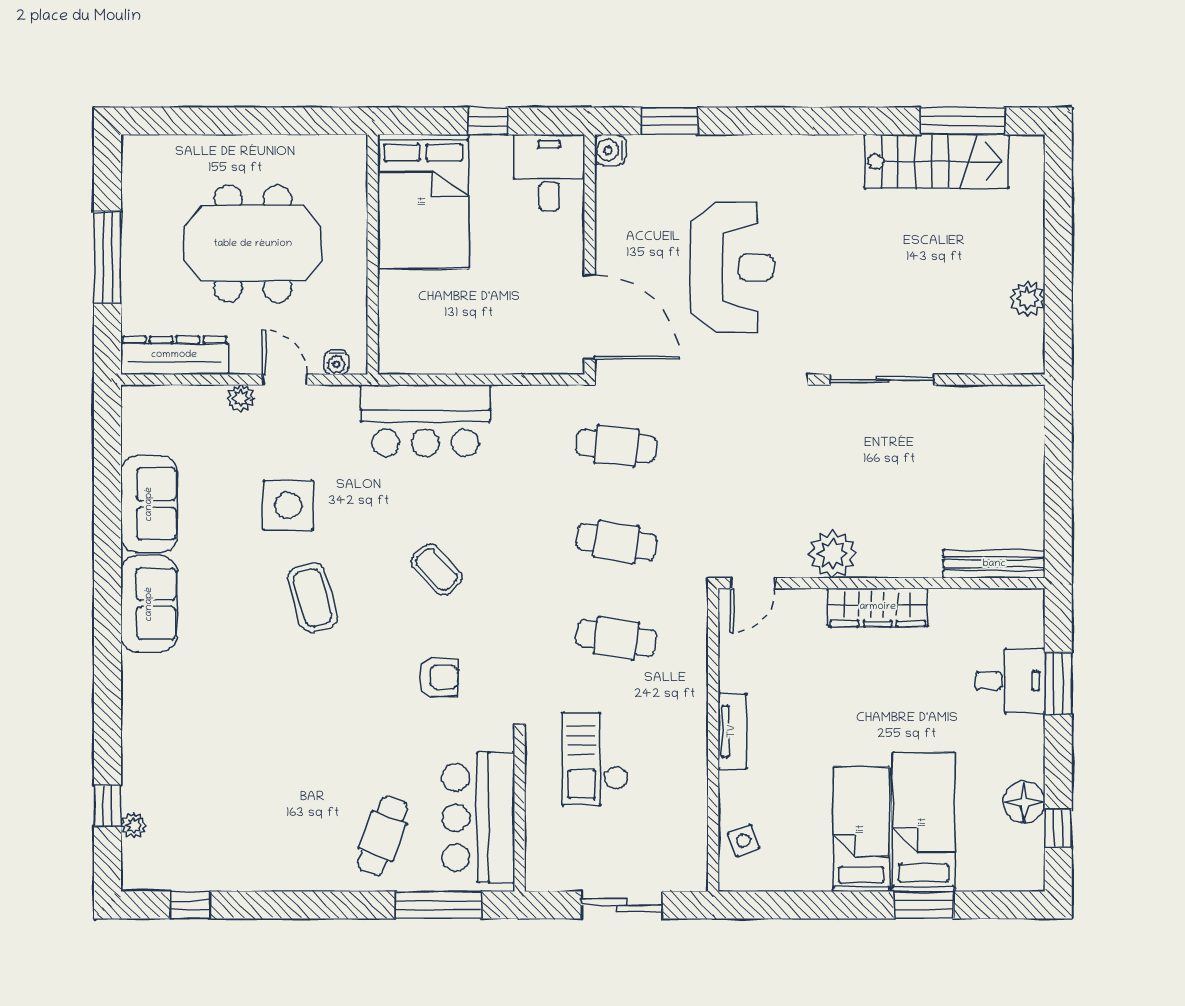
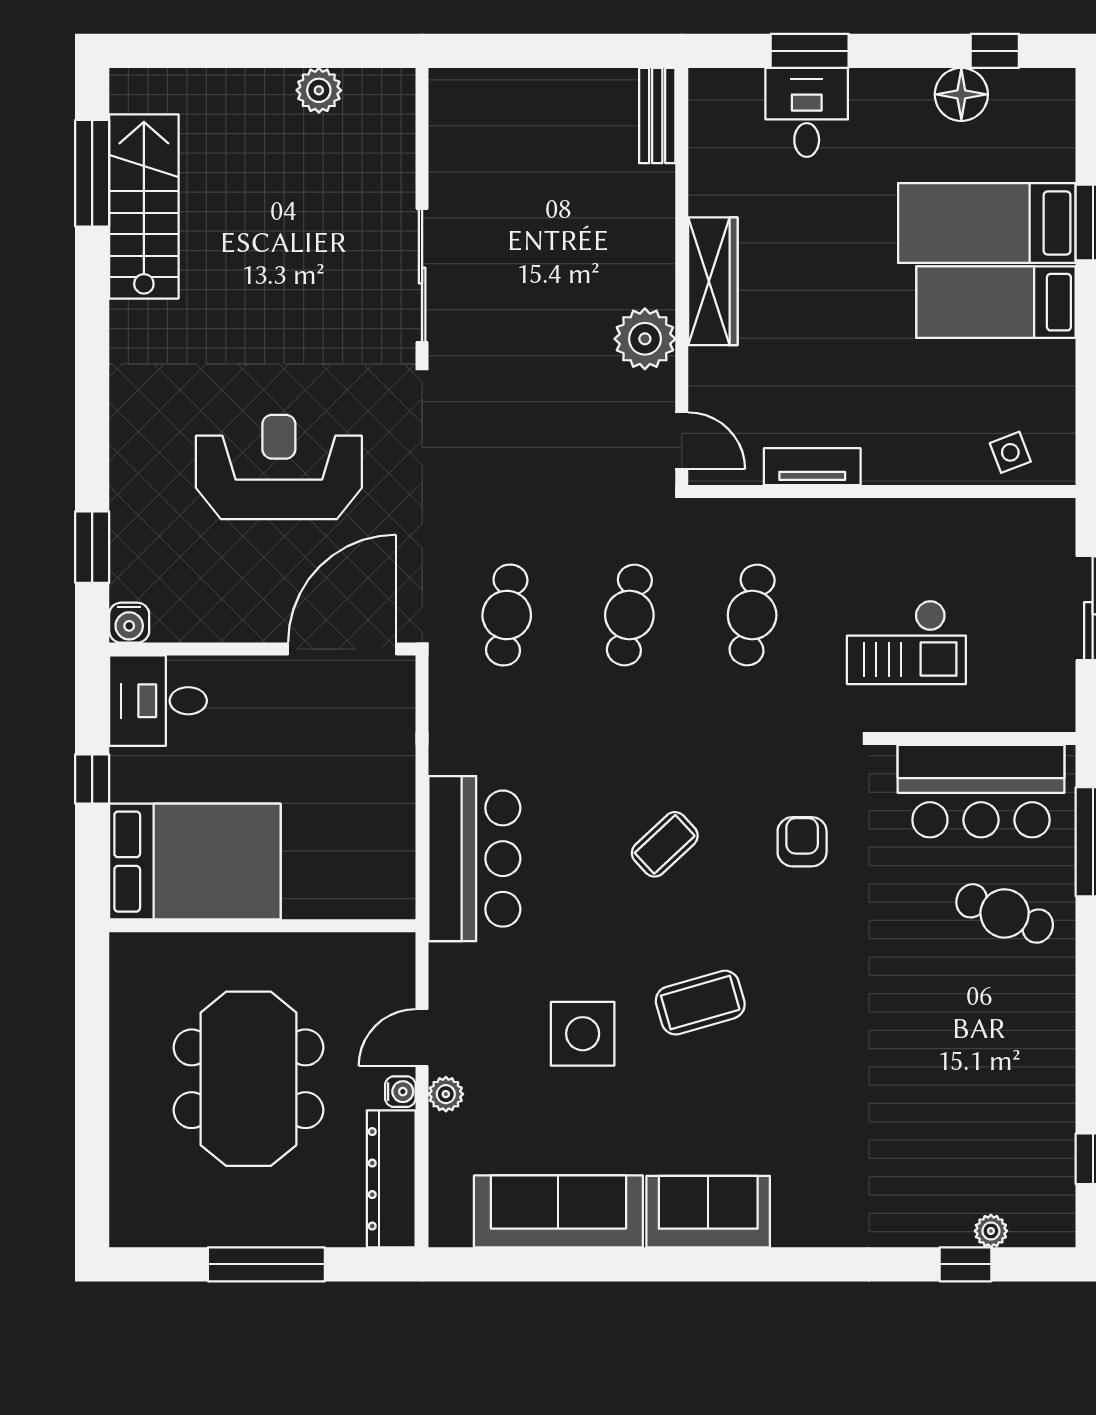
water cooler: (336, 363) -> (400, 1092), moved
sofa: (149, 504) -> (558, 1211), width x1.36
bench: (994, 564) -> (657, 116), width x0.73
tv unit: (732, 731) -> (812, 467), moved

